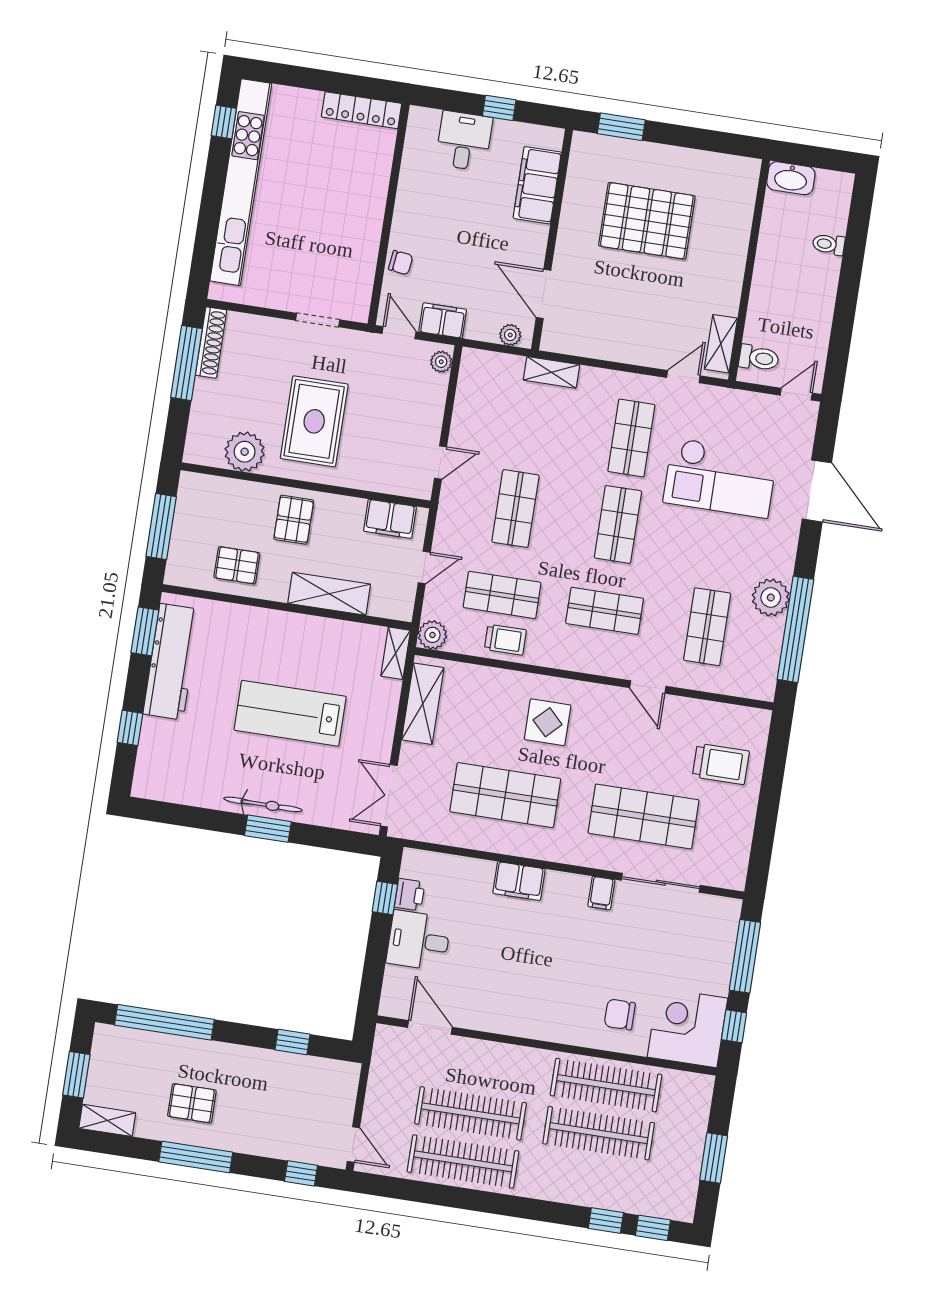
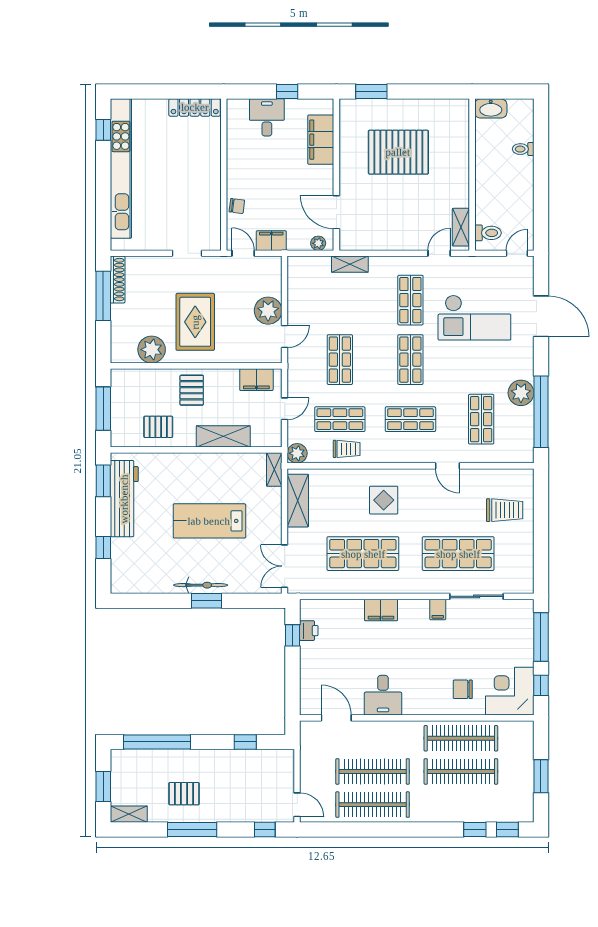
plant: (441, 362) -> (268, 311), moved, width x1.88, depth x1.88
desk: (419, 941) -> (383, 695), moved, turned -90

